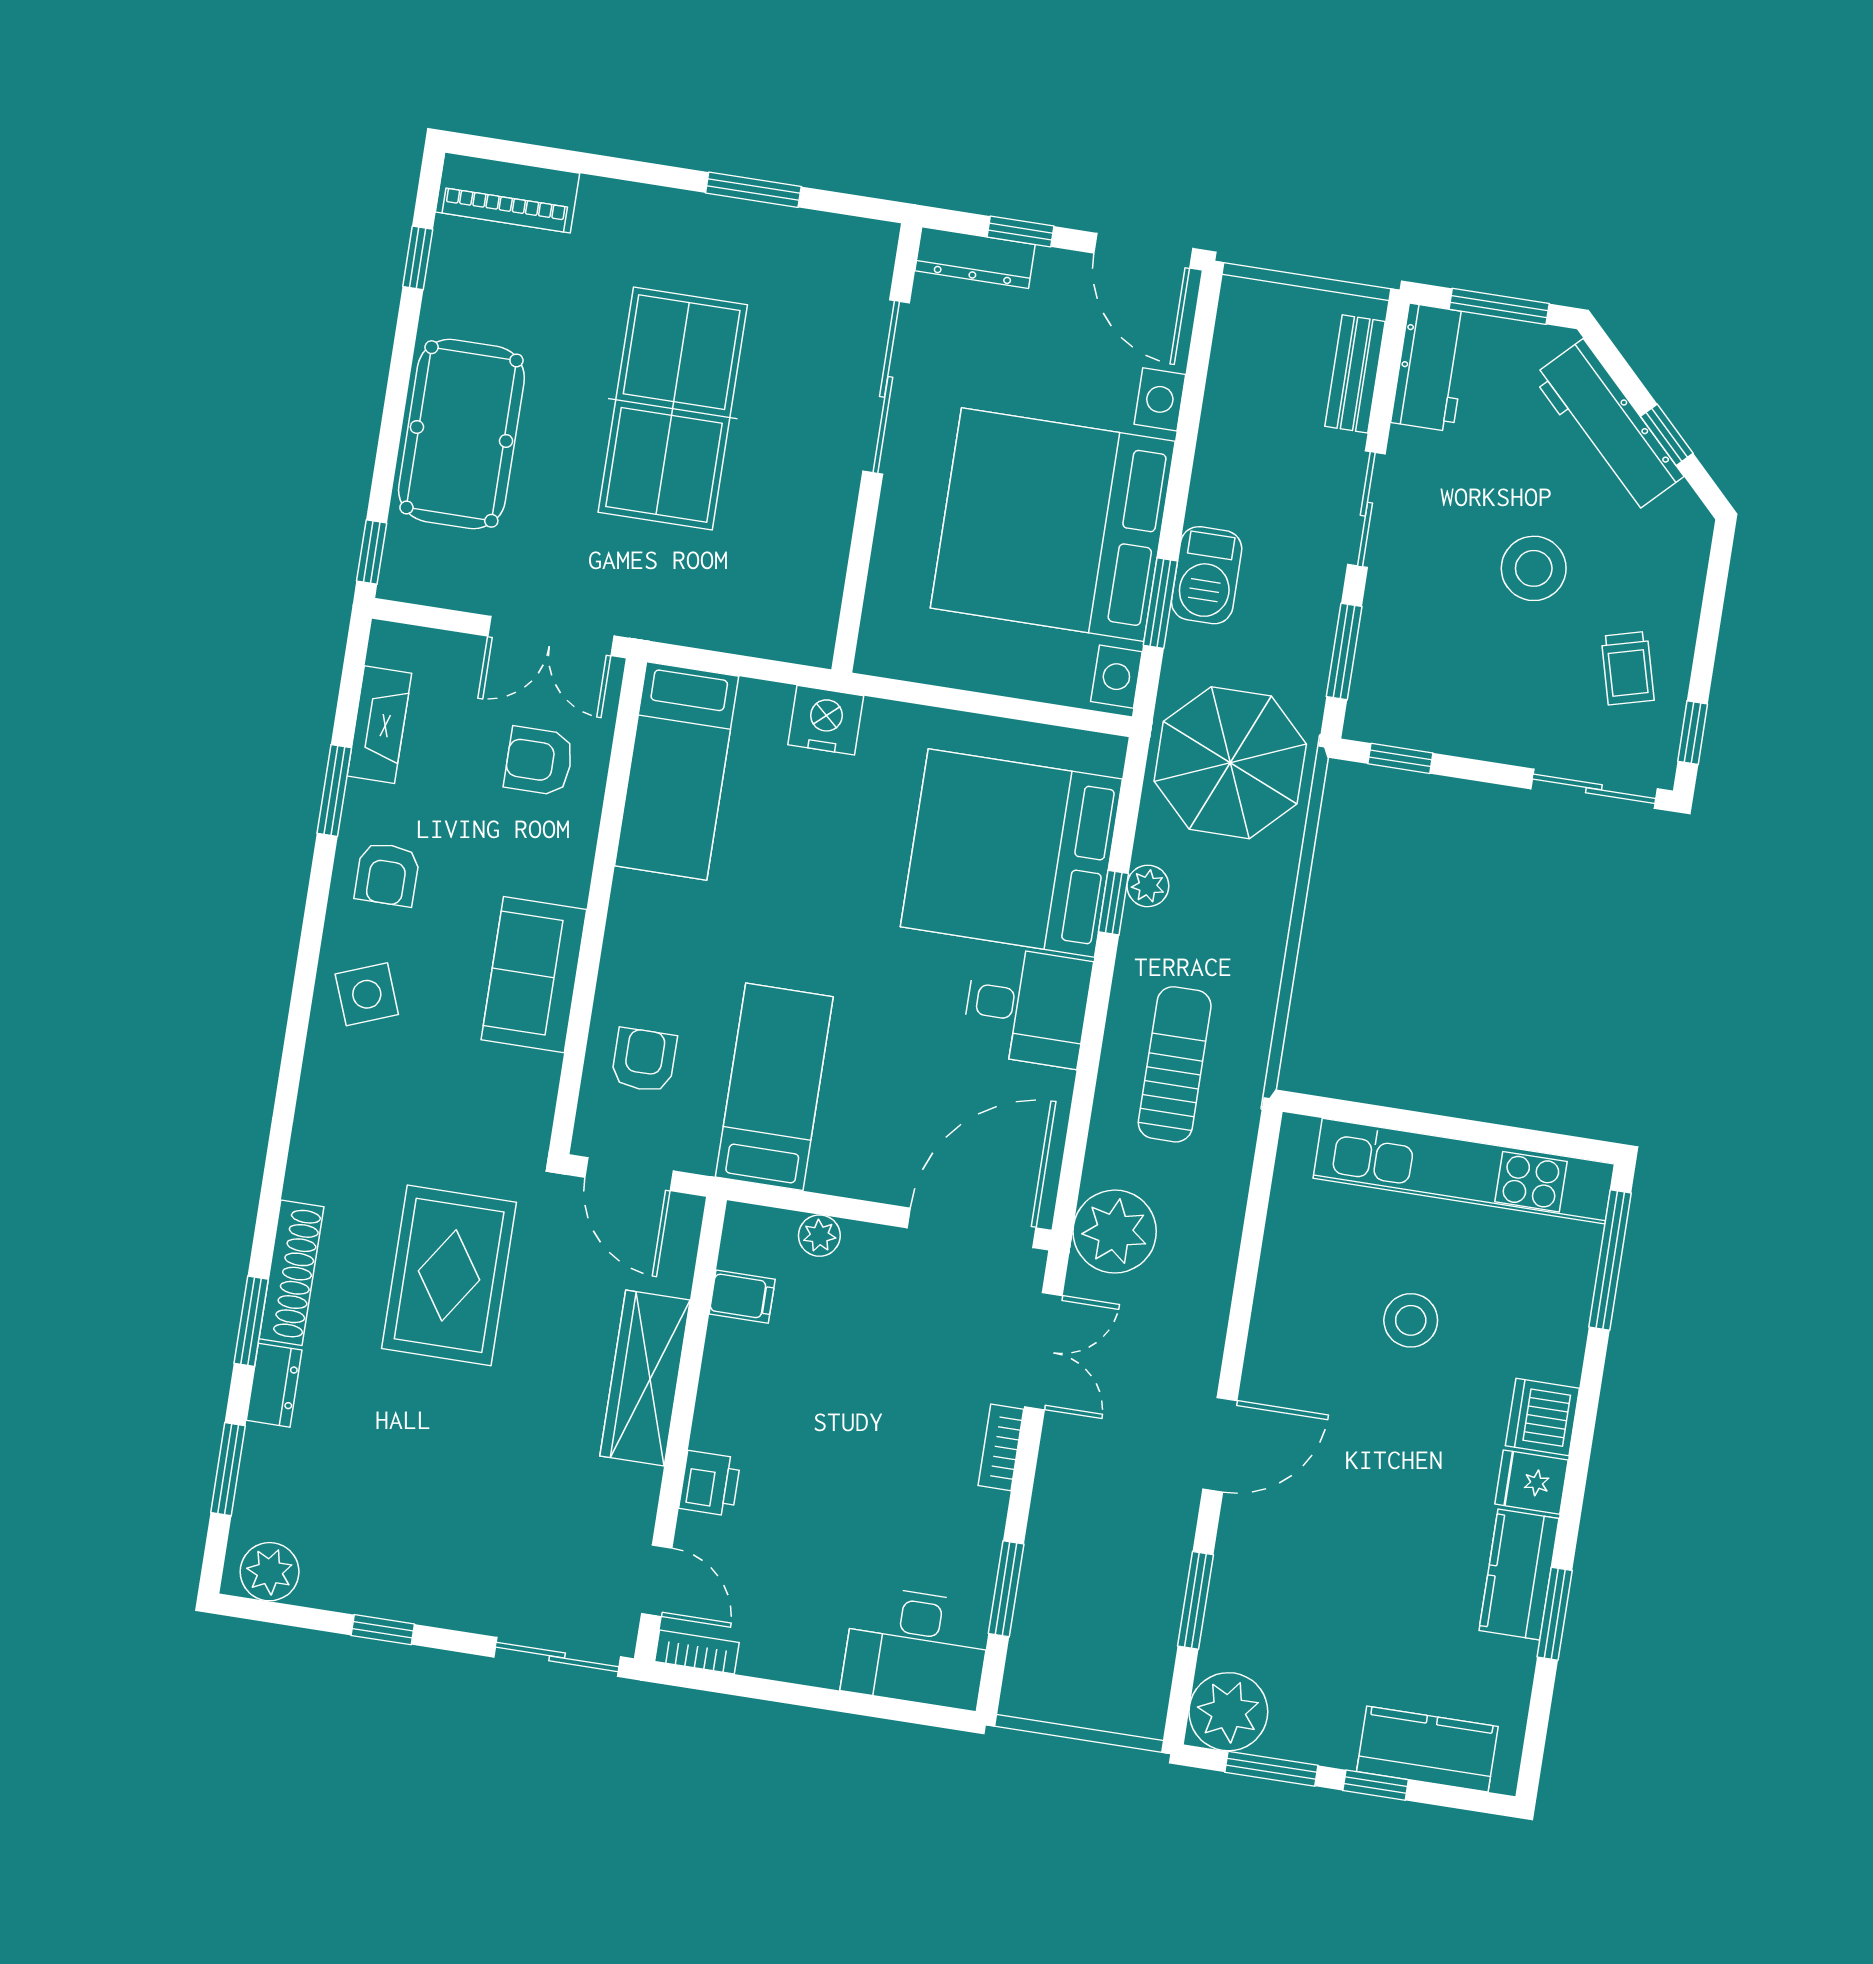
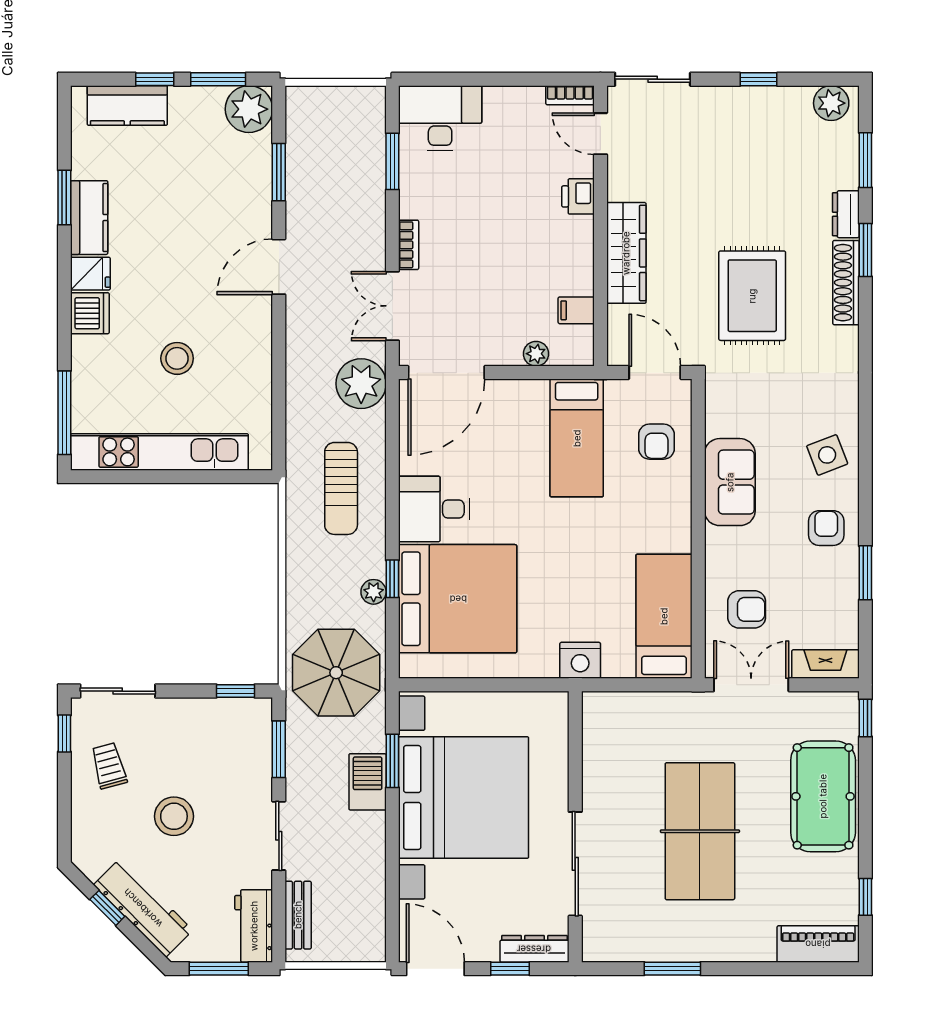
fireplace: (379, 725) -> (825, 664), moved, turned 90

